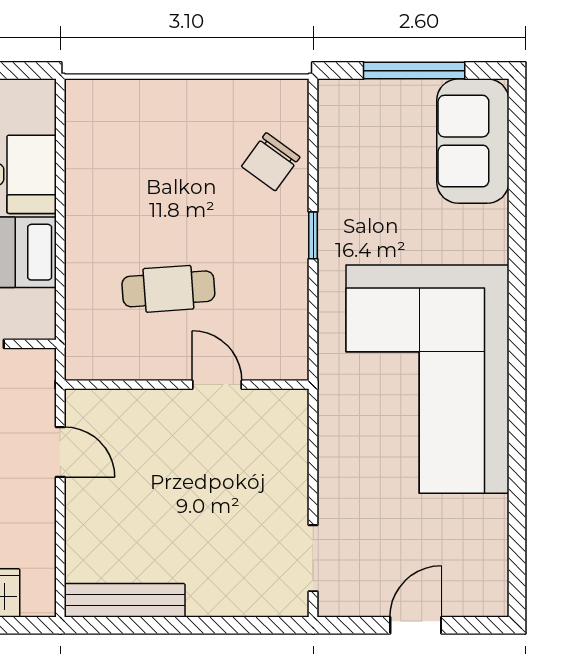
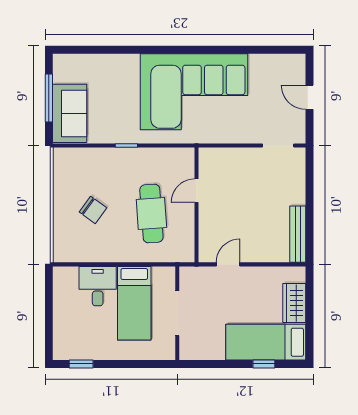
sofa: (473, 141) -> (70, 113), moved, turned -90
chair: (271, 162) -> (93, 210), moved
cafe table: (168, 289) -> (151, 214), width x1.37, depth x1.35

